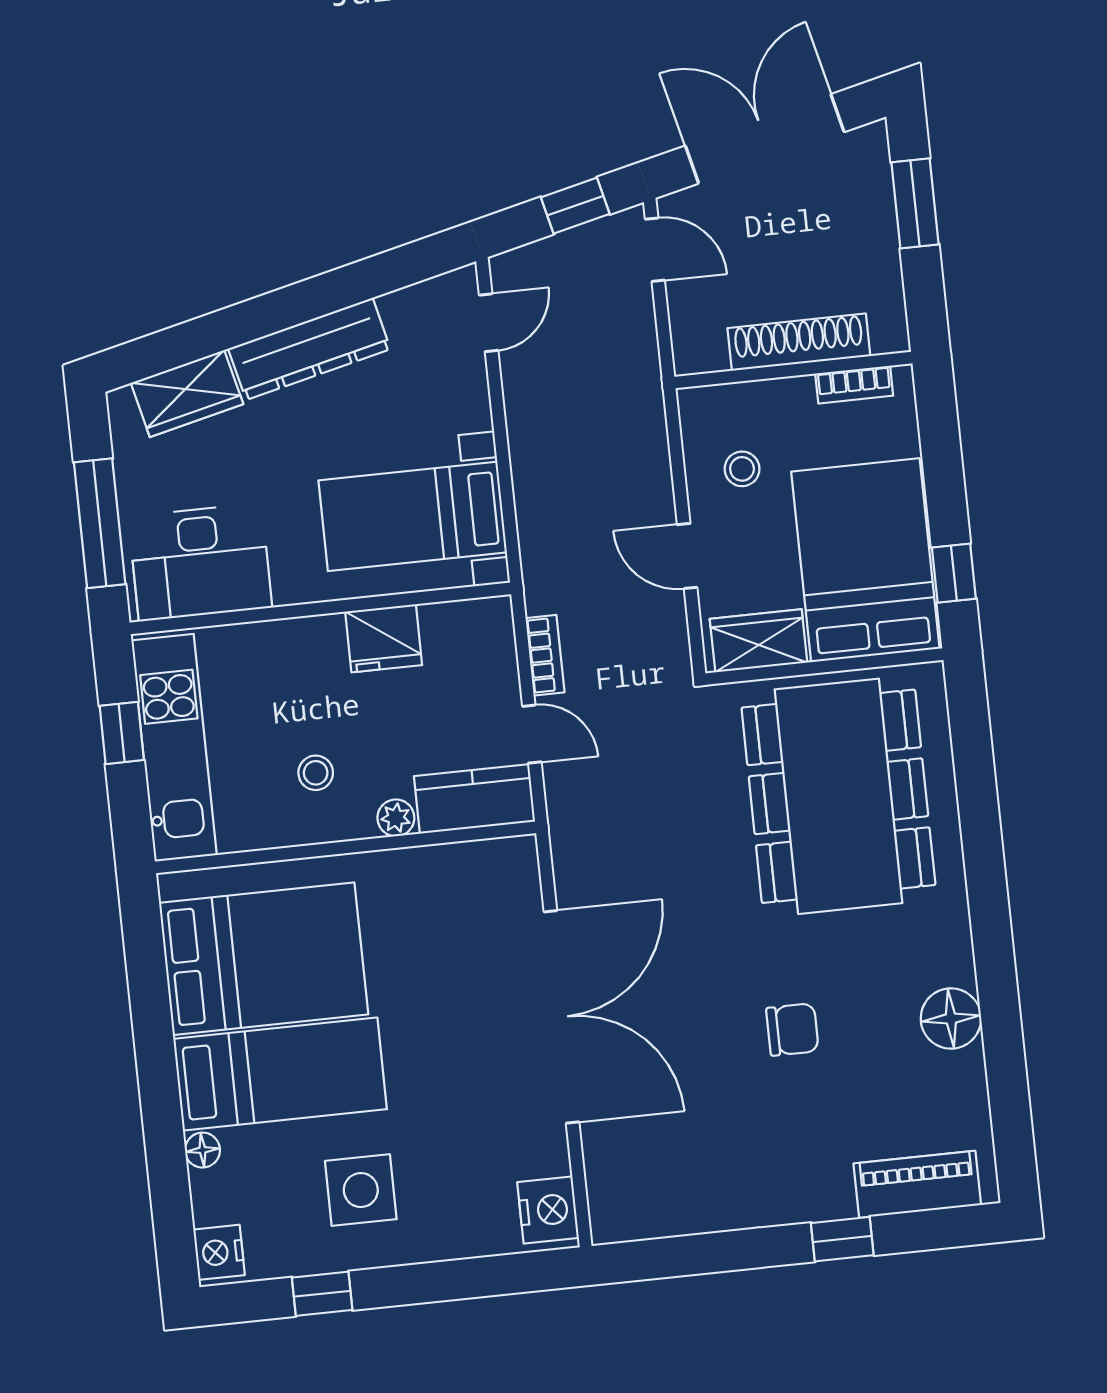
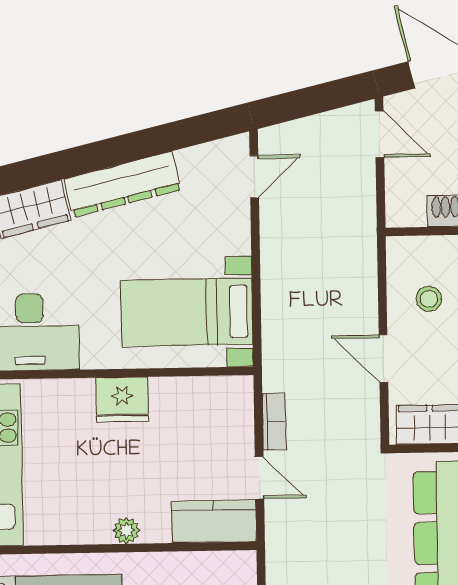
window: (575, 206) -> (325, 97), removed
fridge: (384, 638) -> (122, 400), moved
stool: (316, 773) -> (100, 492), removed
plant: (396, 818) -> (126, 530), moved

